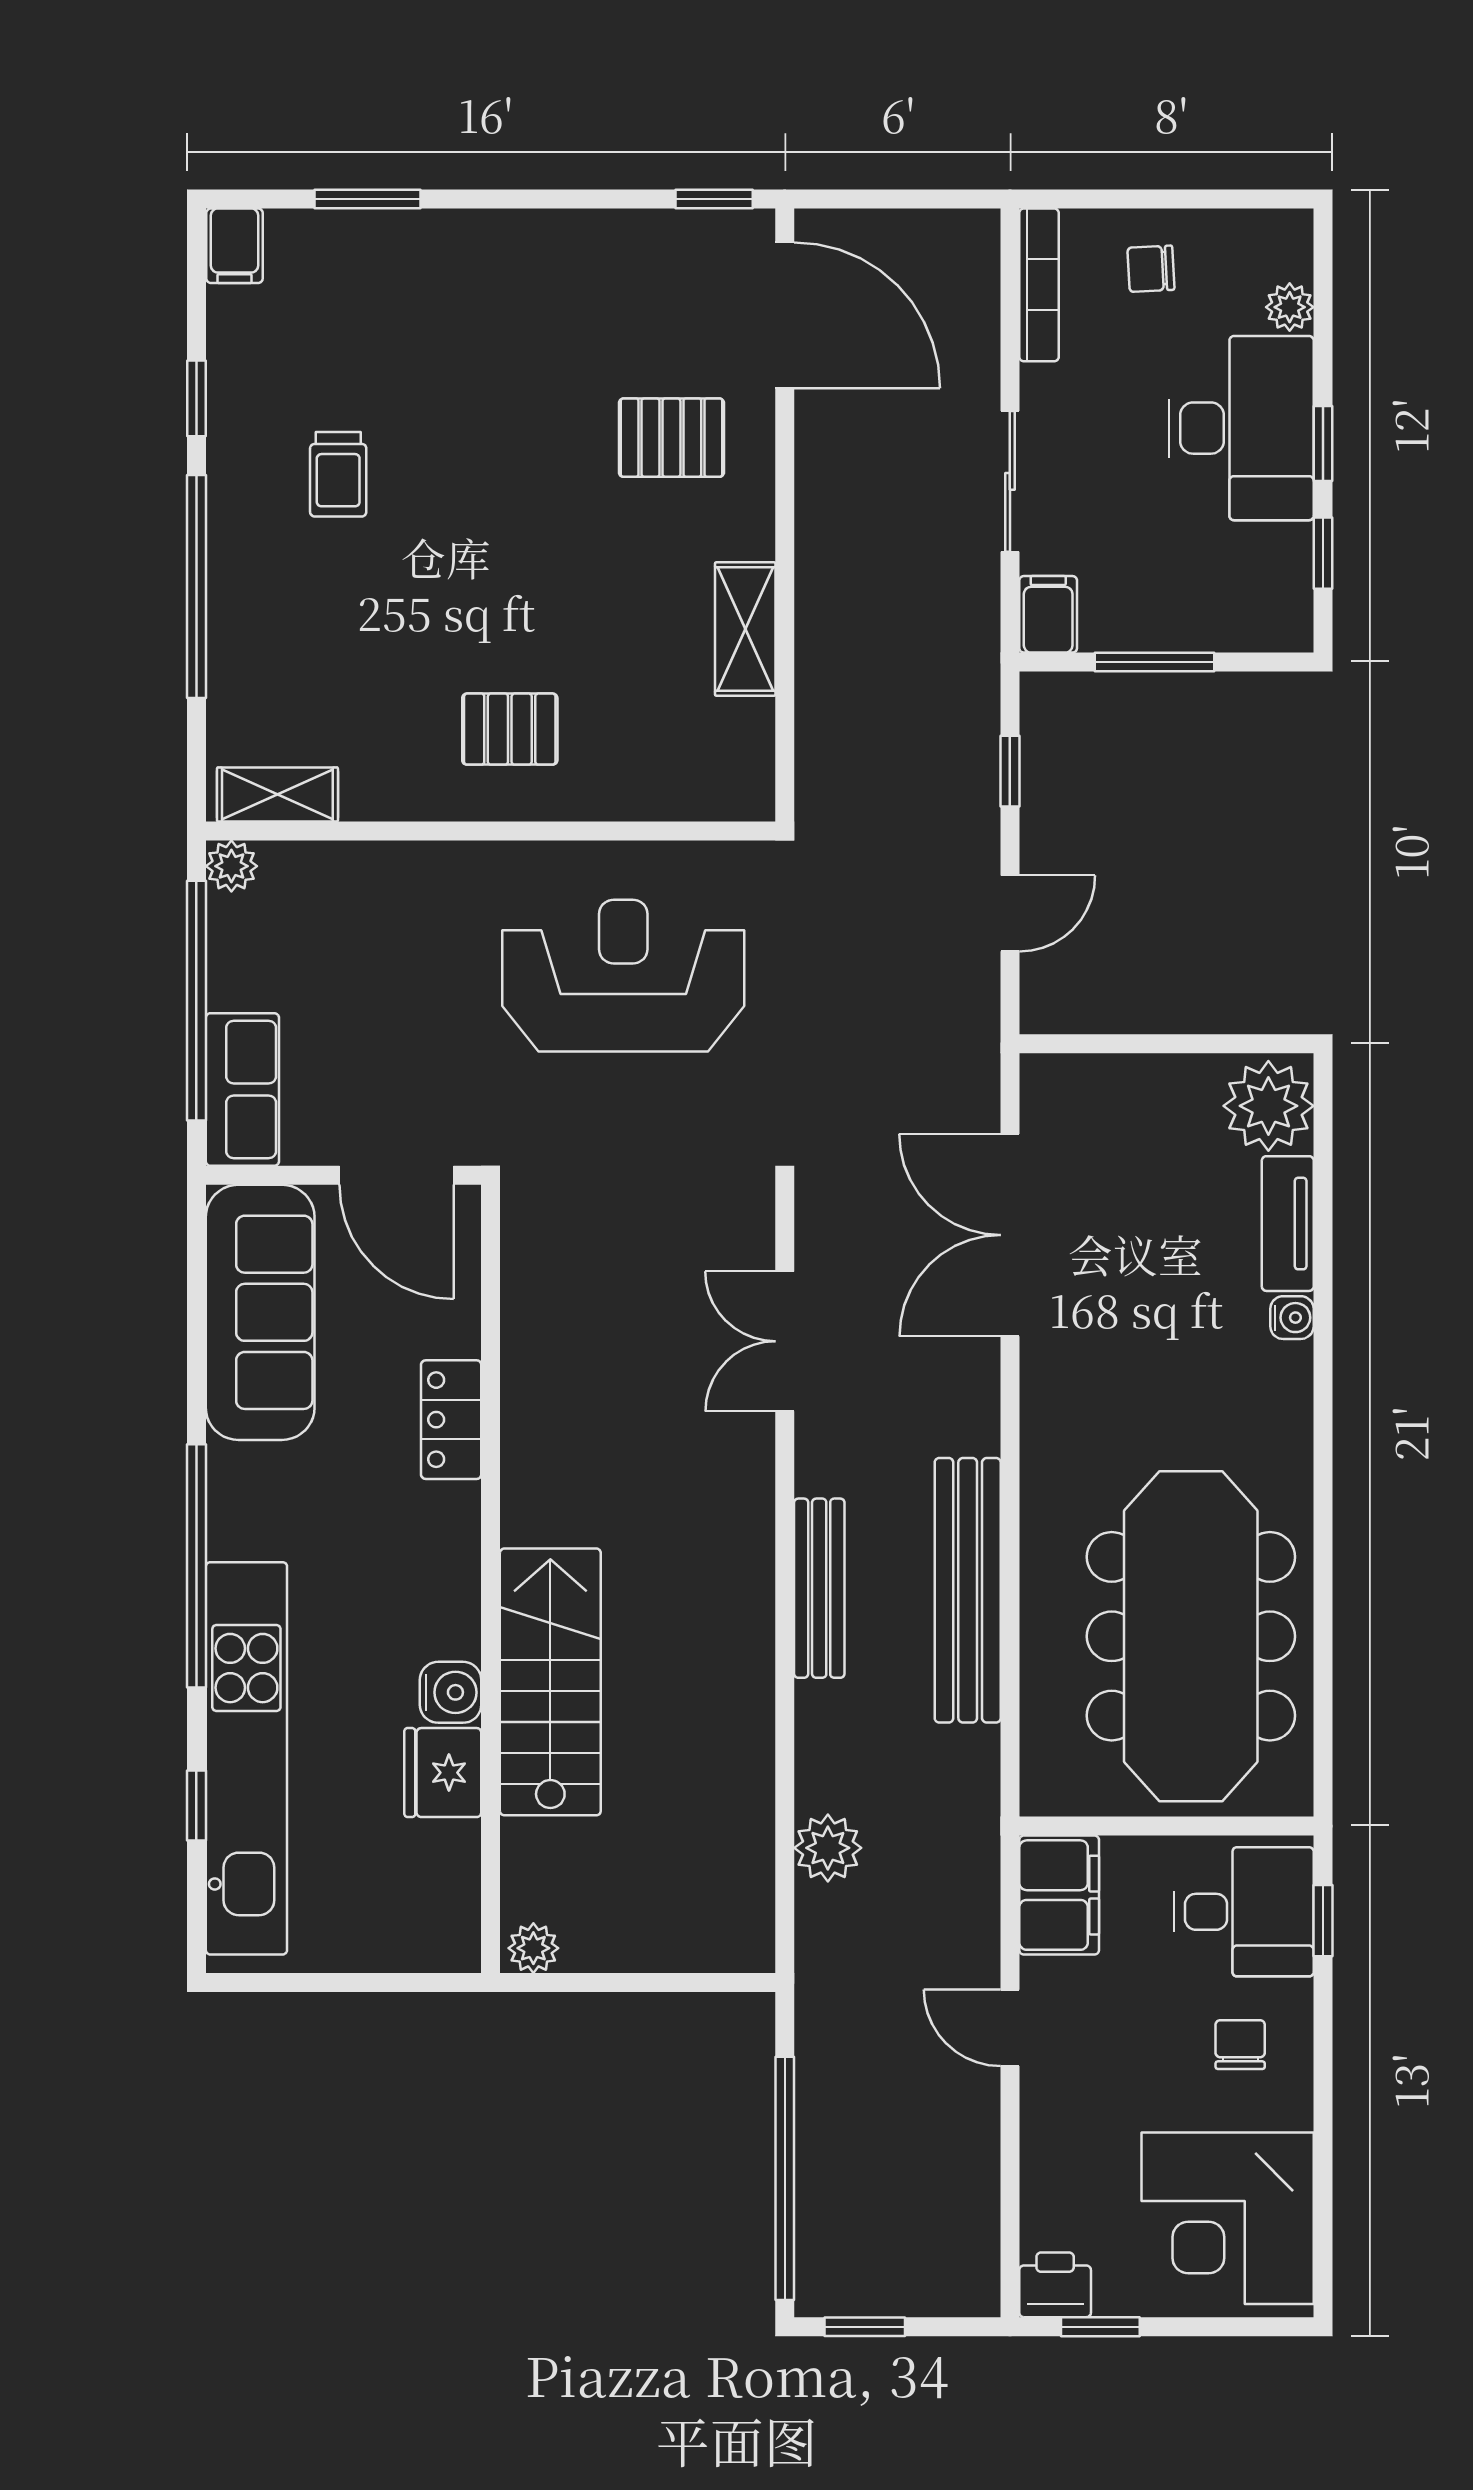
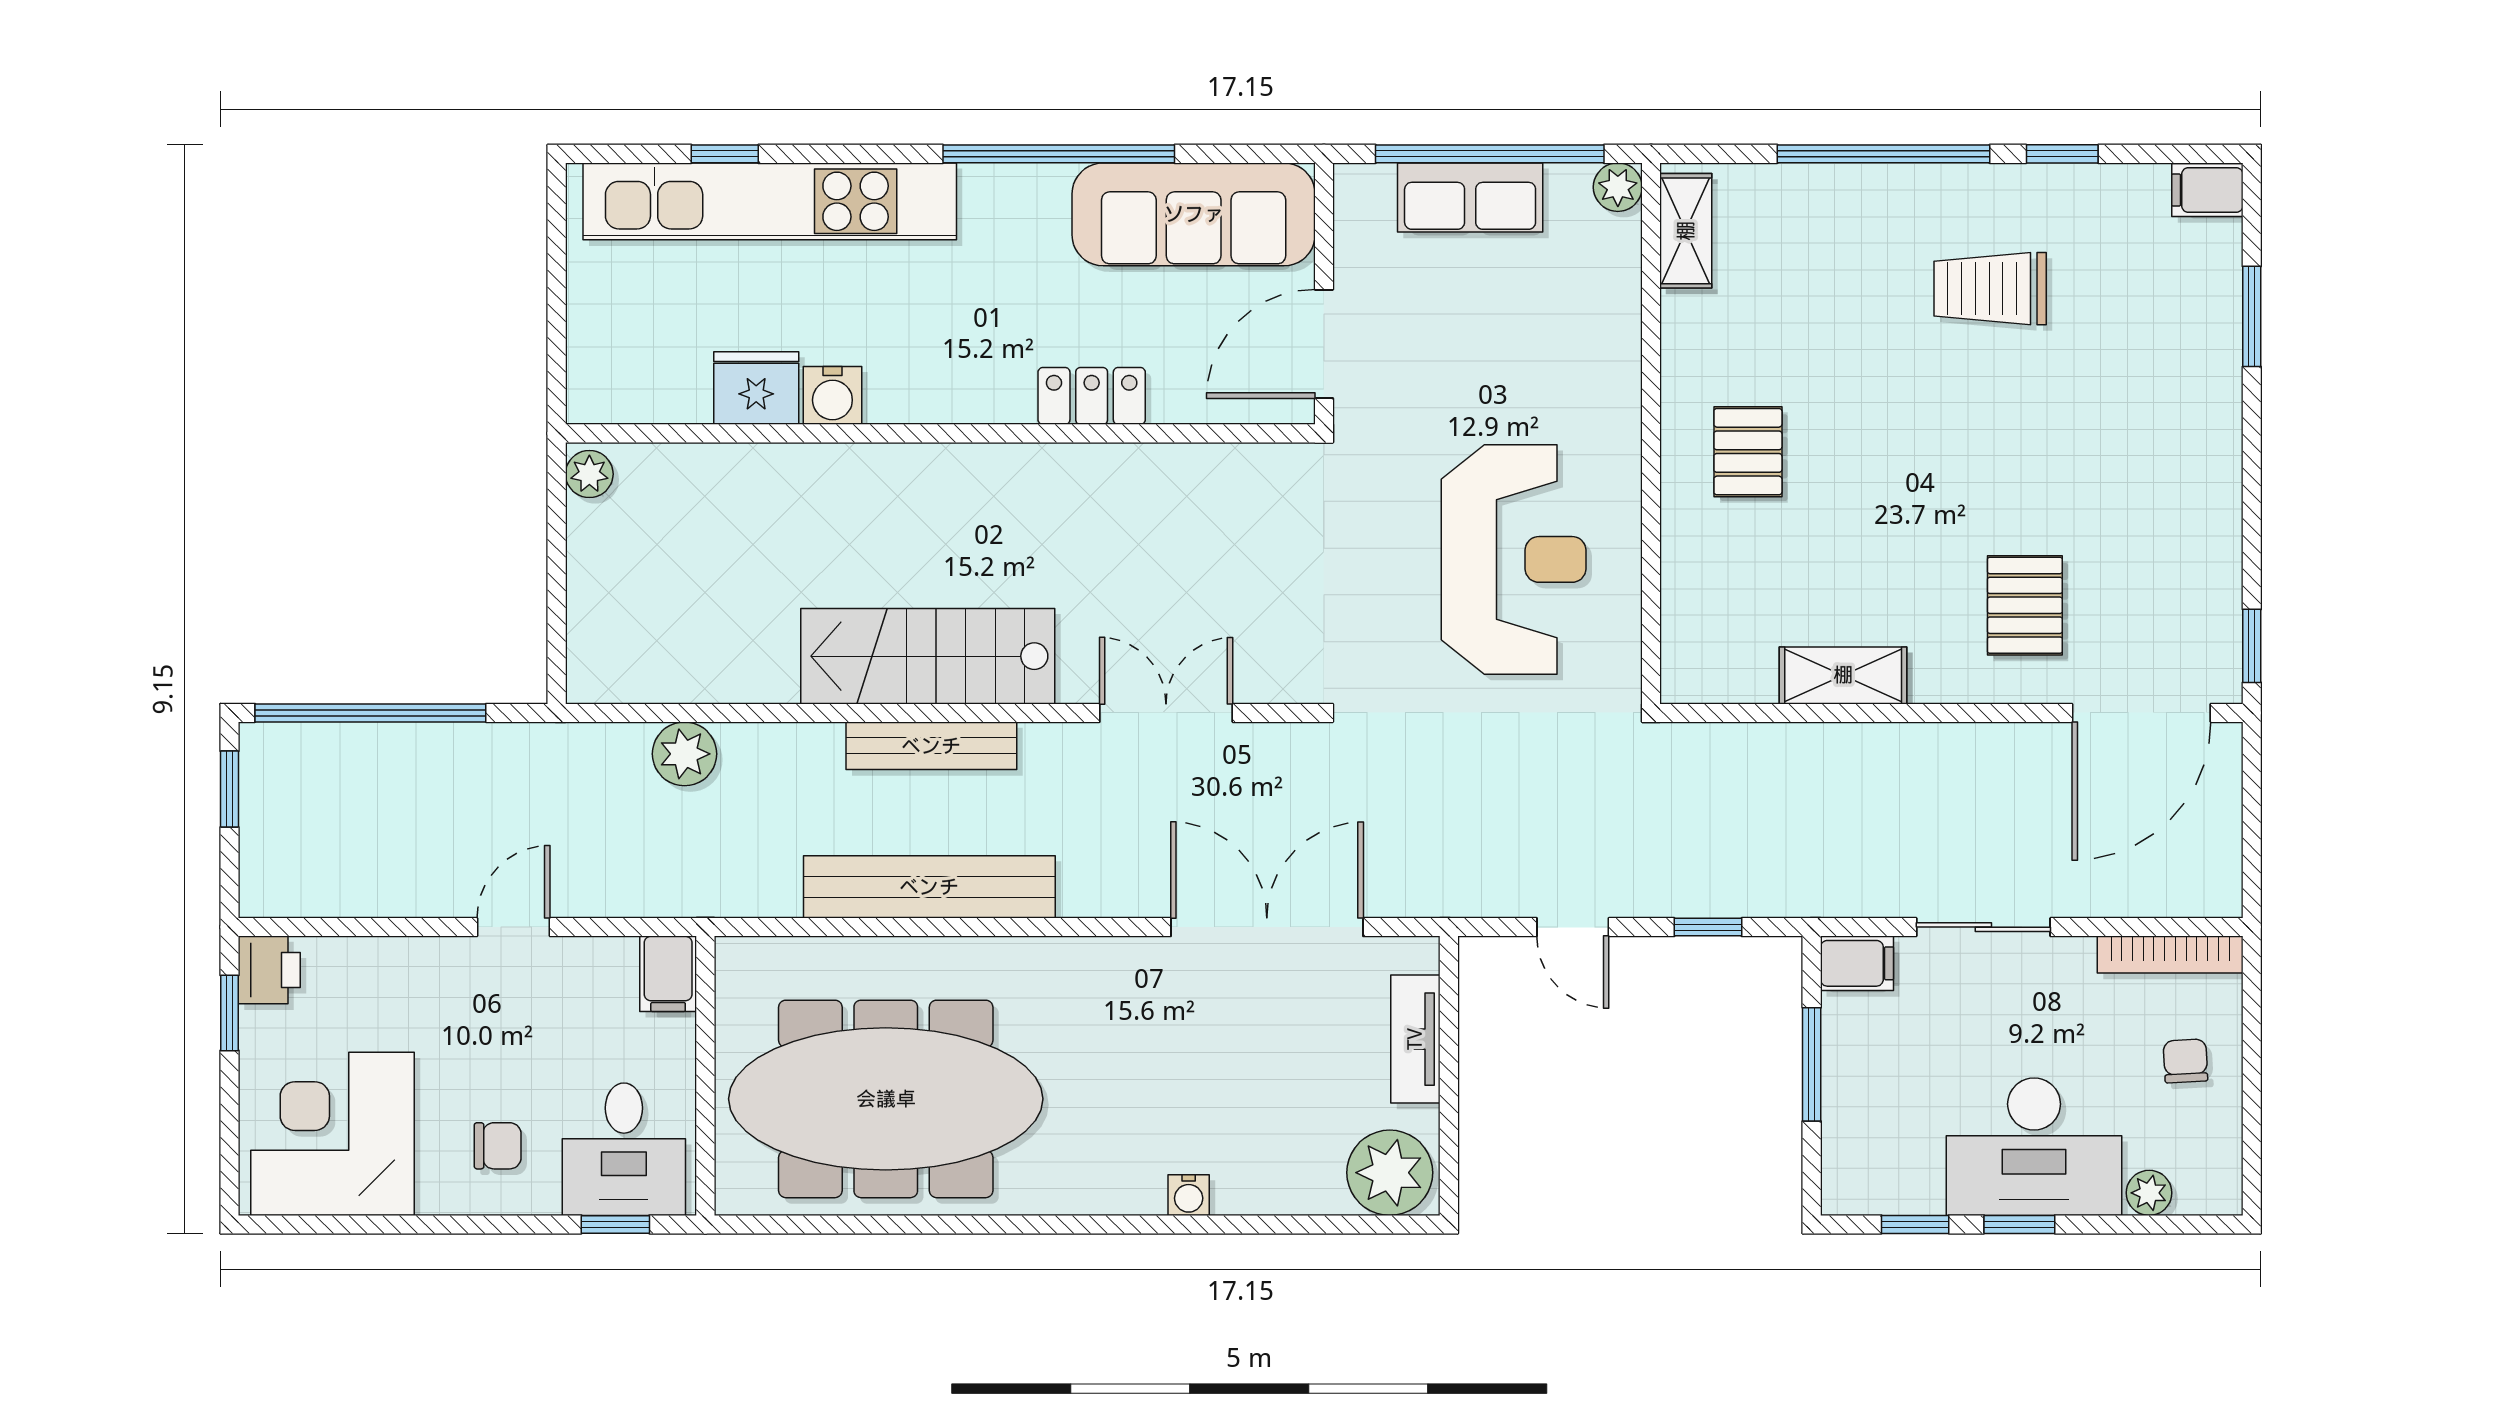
trolley: (338, 474) -> (1990, 289), width x1.36, depth x1.39
row of seats: (242, 1089) -> (1470, 197), moved
tv unit: (1288, 1224) -> (1415, 1039), moved, turned -90
window: (196, 1566) -> (1059, 154), moved
stairs: (550, 1682) -> (928, 656), moved, turned 180
filing cabinet: (1059, 1895) -> (668, 974), width x0.50

